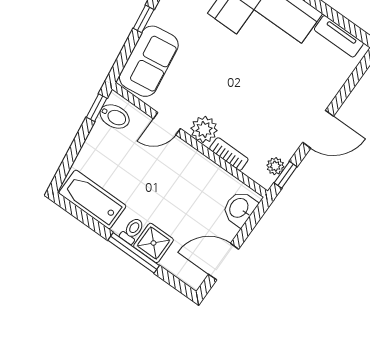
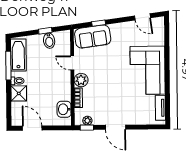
window: (144, 19) -> (99, 23), moved
window: (97, 108) -> (45, 31), moved
bidet: (115, 116) -> (49, 41), moved
washbasin: (239, 208) -> (64, 109), moved, turned -90
window: (134, 253) -> (8, 66), moved

